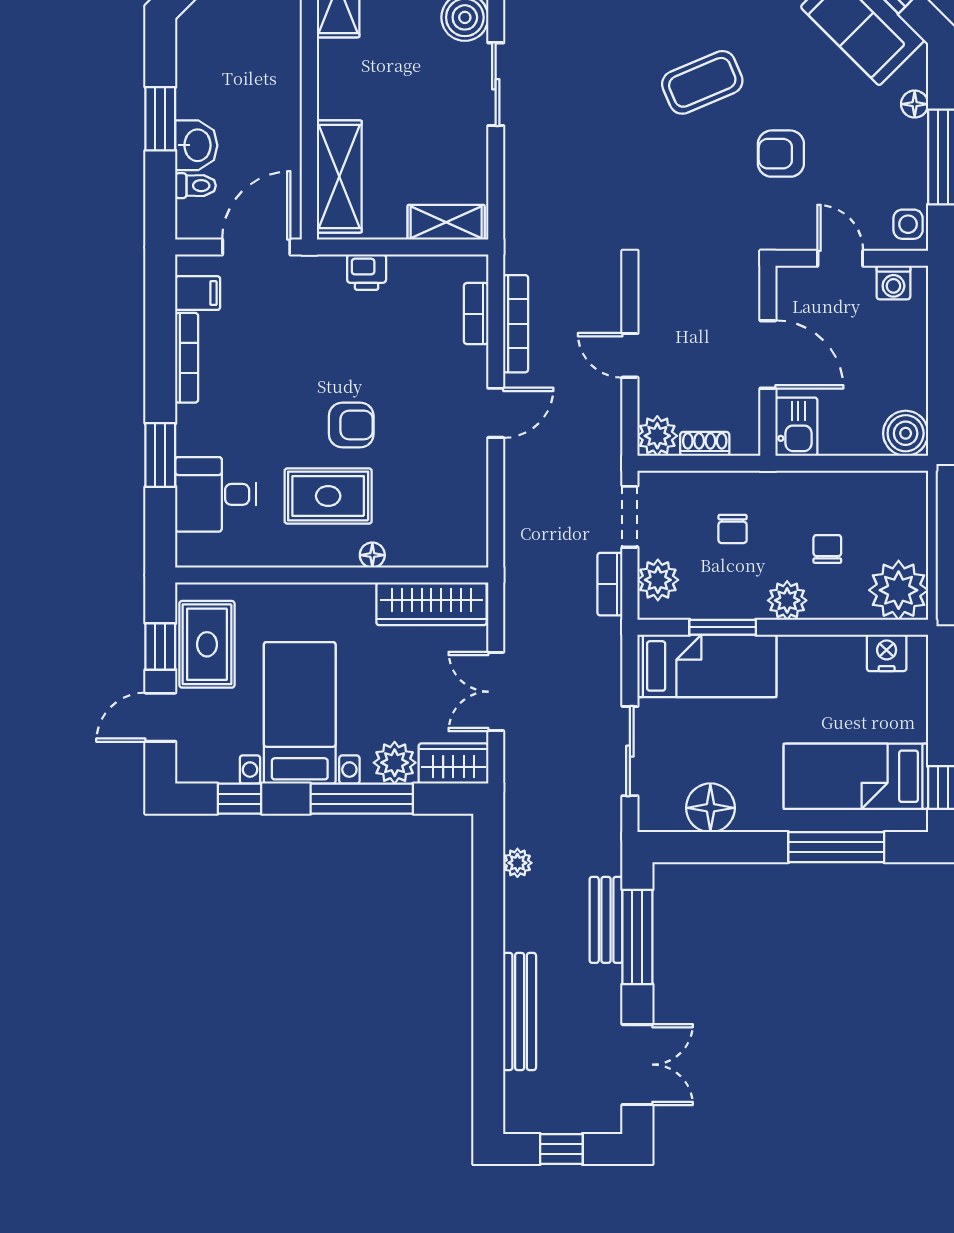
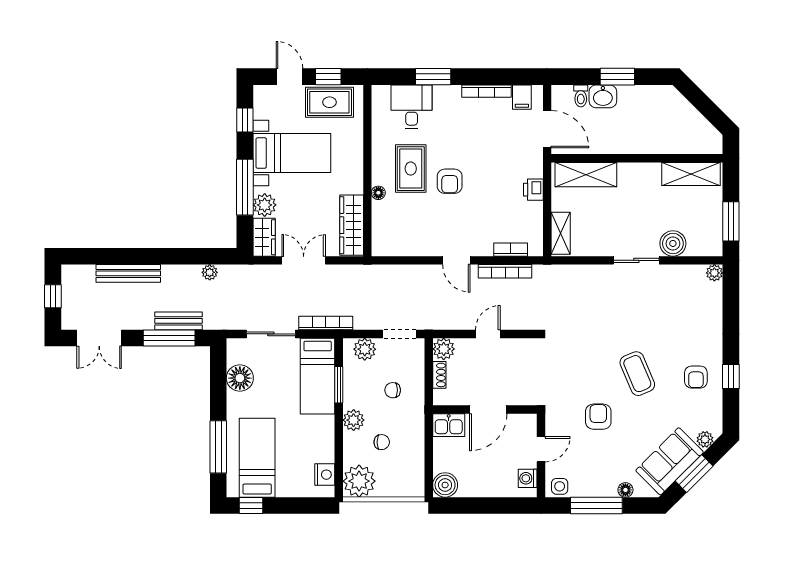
bookcase: (610, 584) -> (326, 323), moved, width x1.56

